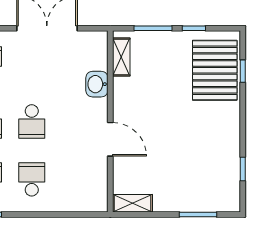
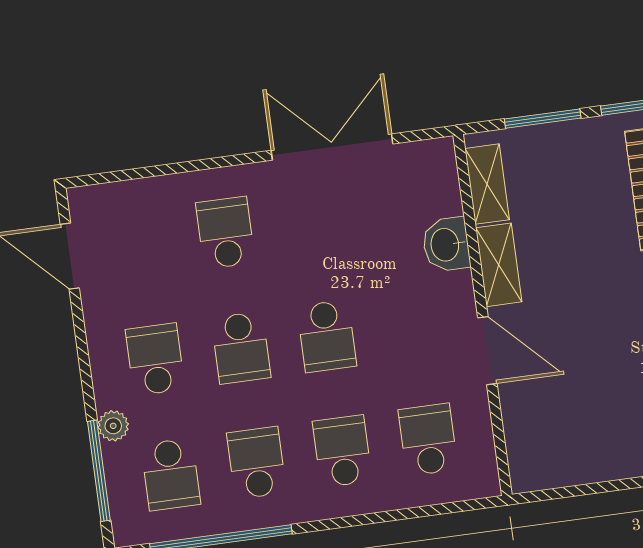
school desk: (75, 179) -> (428, 440), added
shelving: (132, 203) -> (499, 265), moved, turned 90

